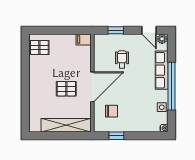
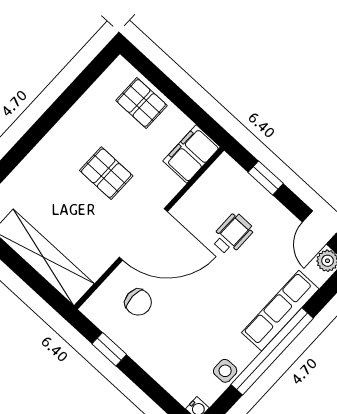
filing cabinet: (84, 40) -> (192, 154), width x2.00
pallet: (39, 47) -> (142, 103), moved
pallet: (66, 89) -> (106, 173), moved

